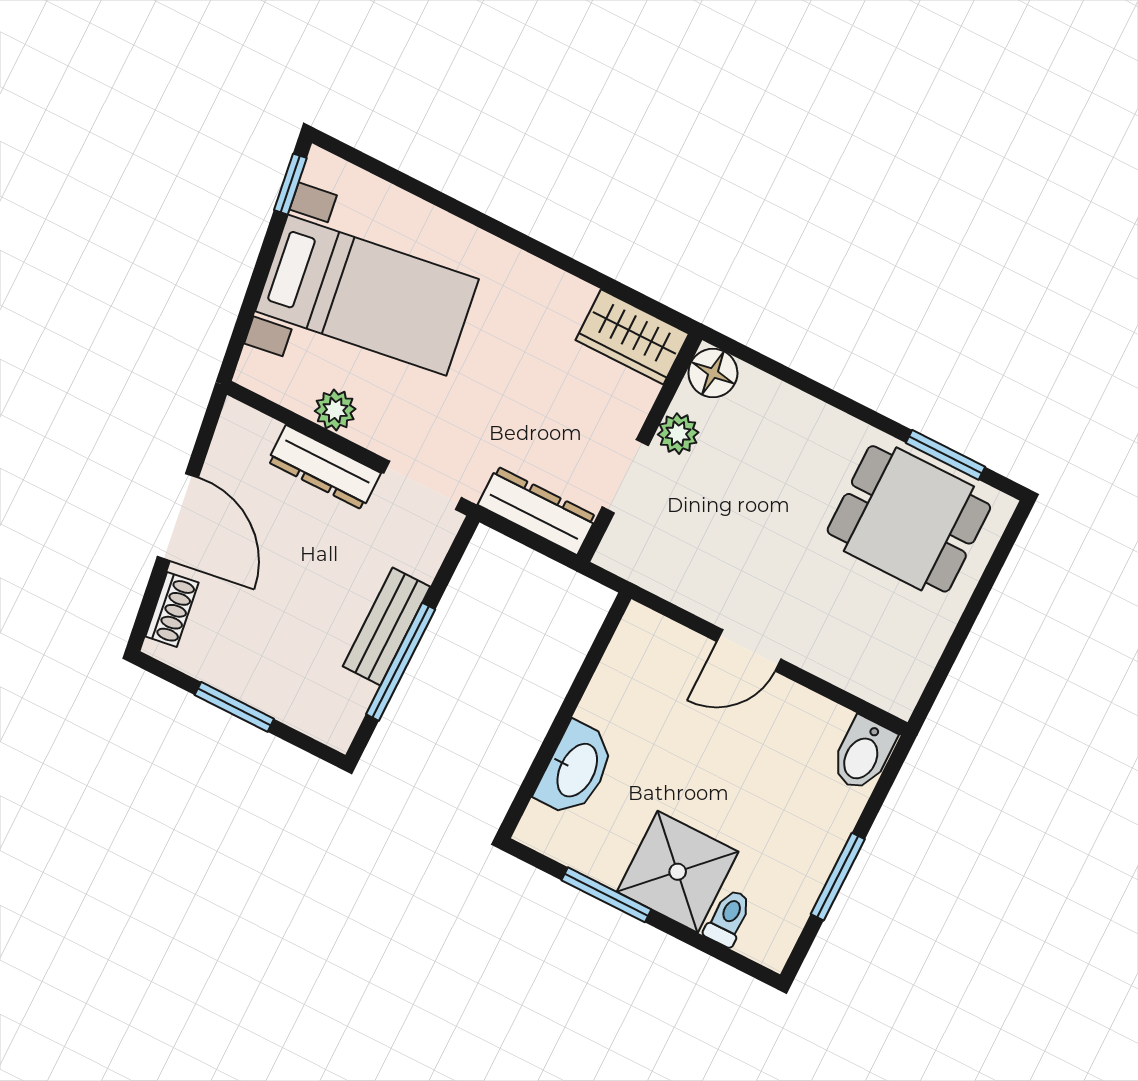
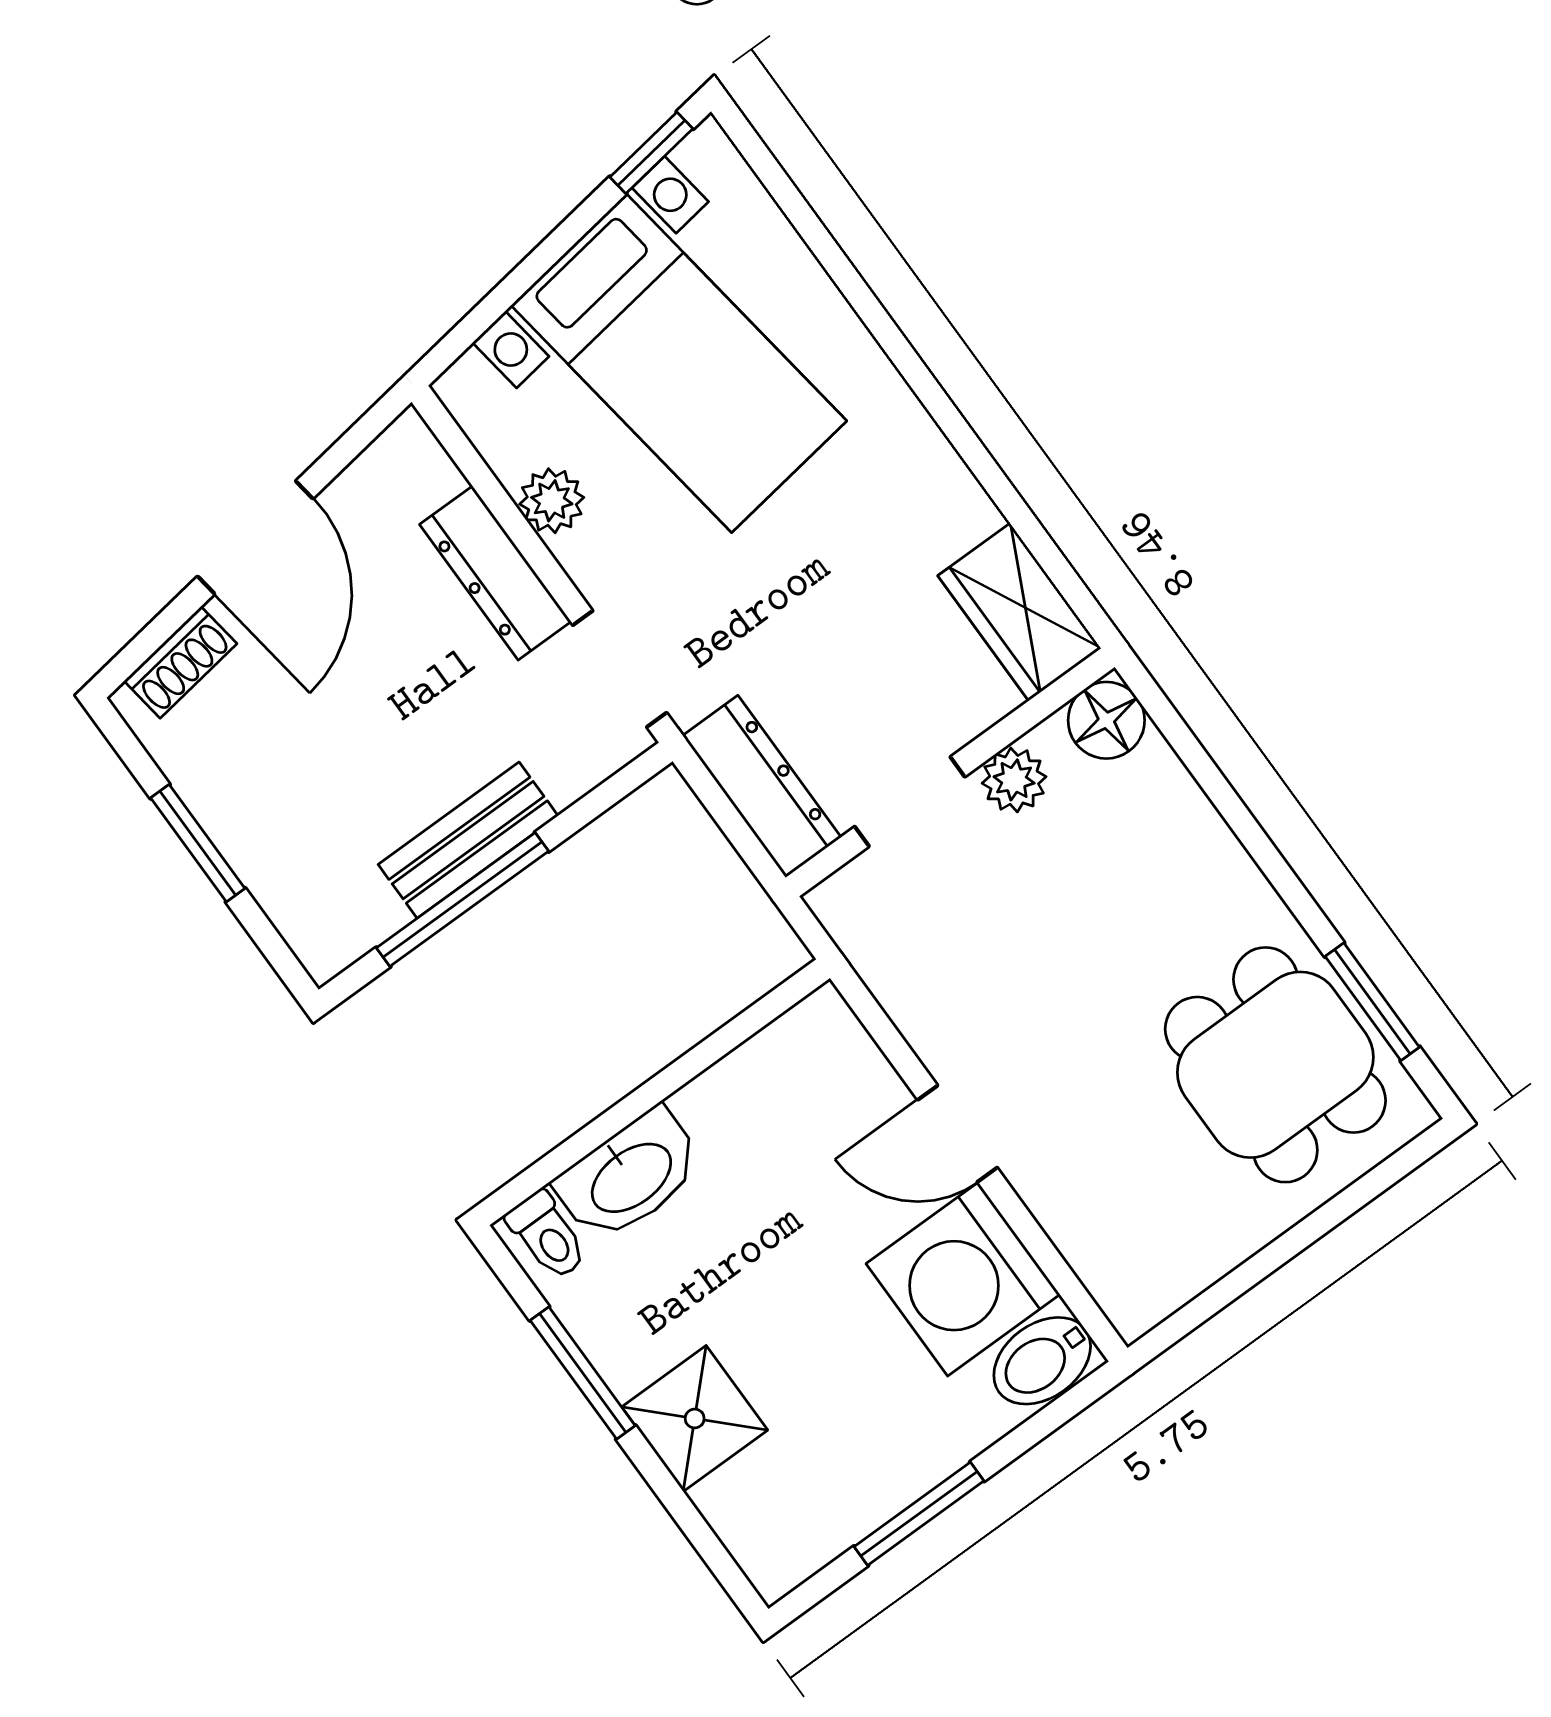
washing machine: (794, 731) -> (963, 1279), added
shower: (678, 872) -> (695, 1418), width x0.73, depth x0.73
toilet: (728, 918) -> (547, 1236), moved, turned 90

